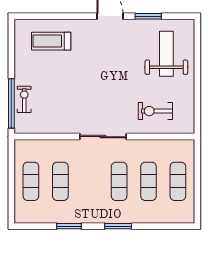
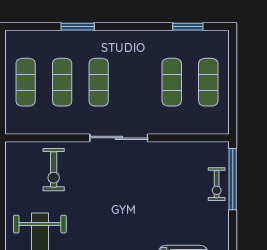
exercise bike: (155, 111) -> (54, 170), turned 90
window: (69, 226) -> (188, 27), moved
window: (118, 226) -> (78, 27), moved

